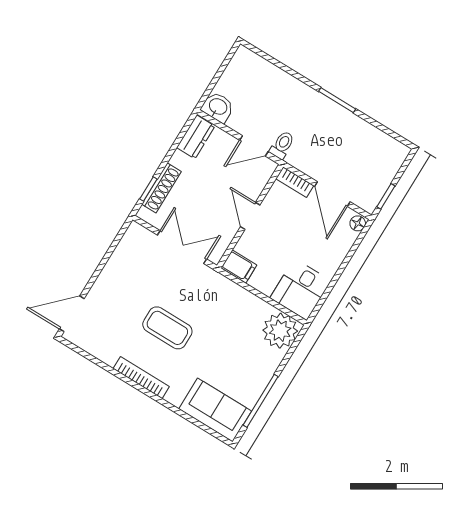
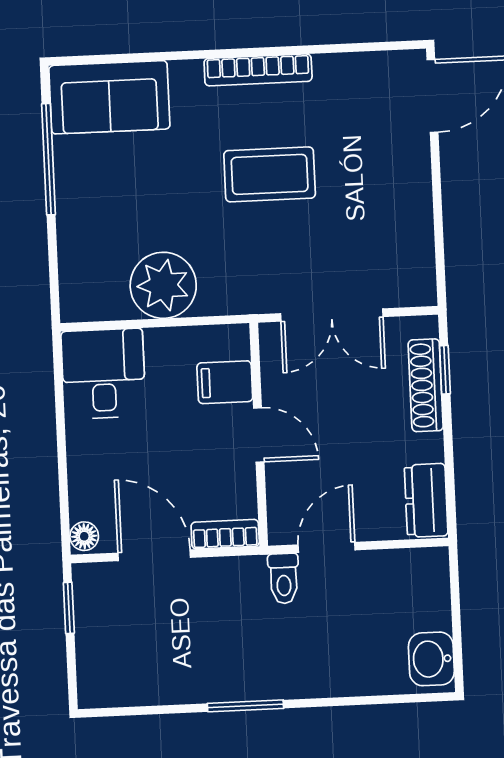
washbasin: (218, 107) -> (431, 659), moved, turned 90
filing cabinet: (239, 266) -> (225, 382), moved
plant: (280, 331) -> (163, 285), moved

